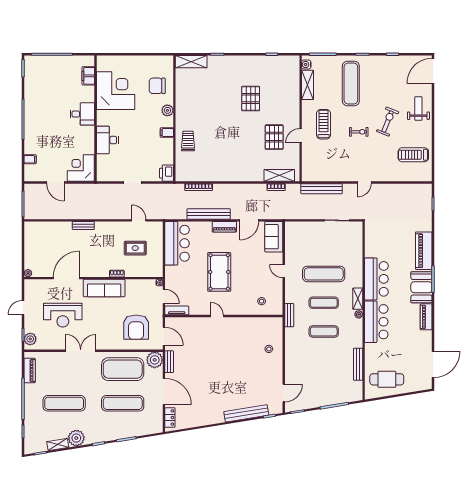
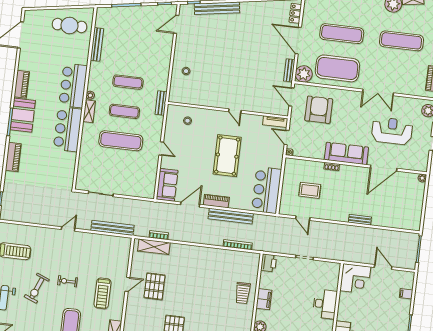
filing cabinet: (167, 133) -> (264, 299), width x2.00
piano: (424, 251) -> (13, 157), width x0.73, depth x0.75

